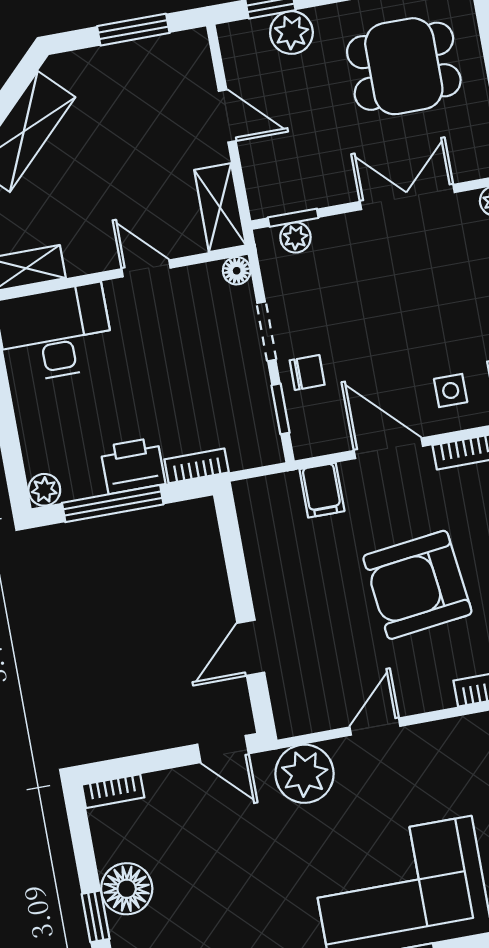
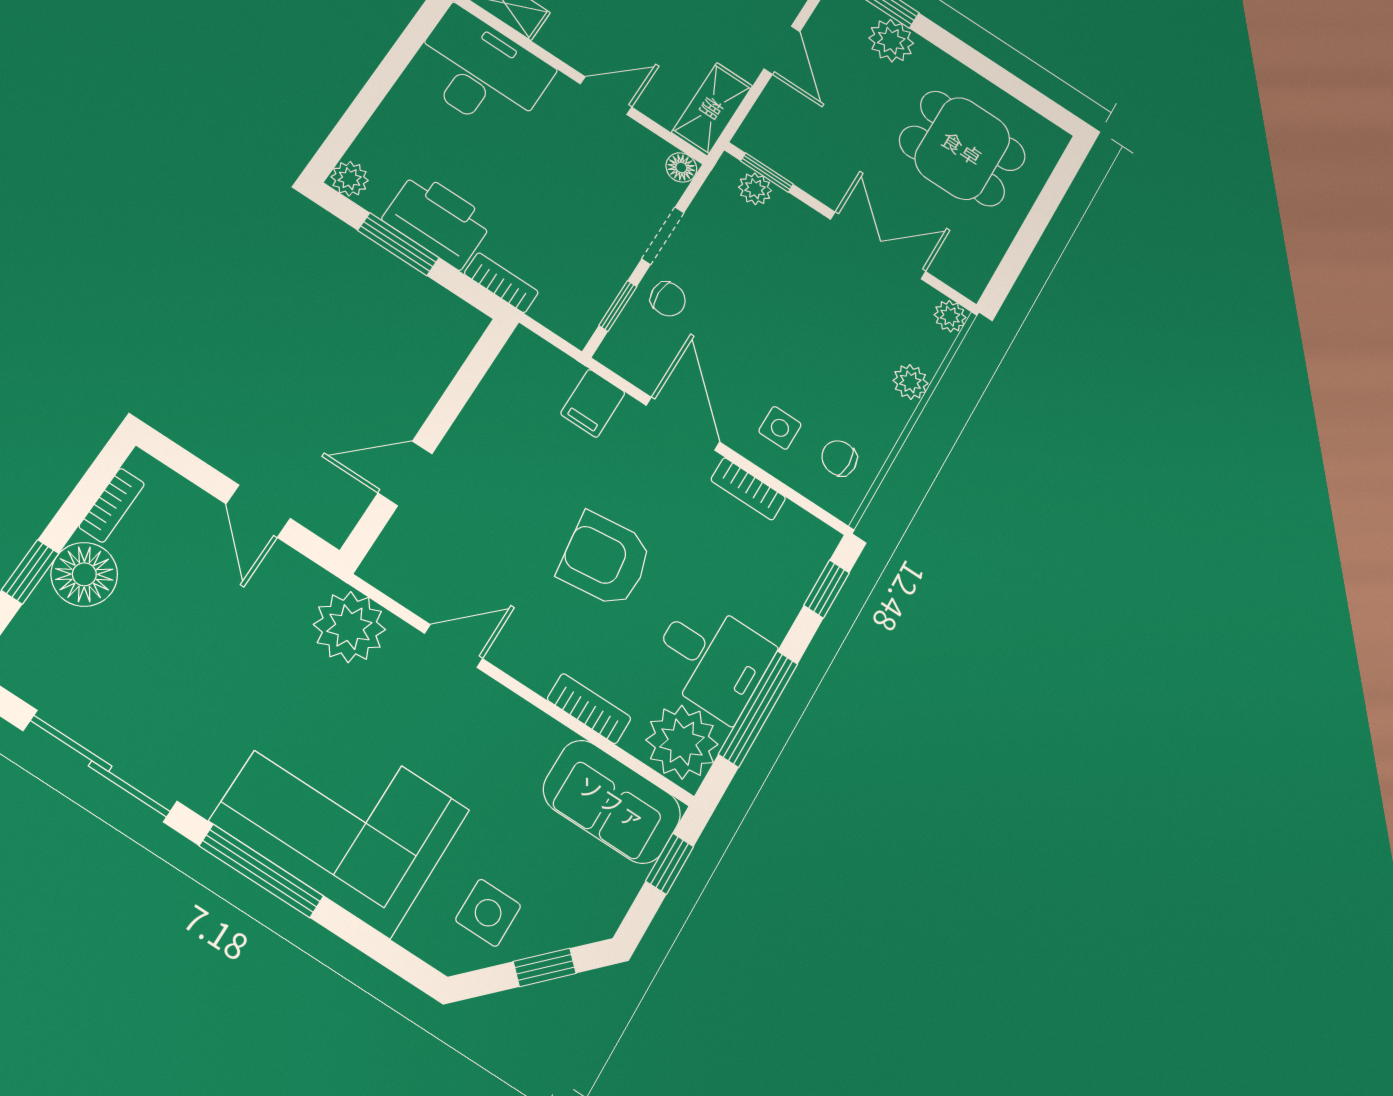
door: (146, 268) -> (606, 96), hinge flipped
printer: (133, 466) -> (438, 220), width x1.37, depth x1.19
window: (113, 504) -> (398, 244), width x0.69
armchair: (417, 585) -> (605, 560), width x0.73, depth x0.73
door: (223, 749) -> (258, 511), moved
bookcase: (113, 791) -> (112, 505), moved, turned -90

